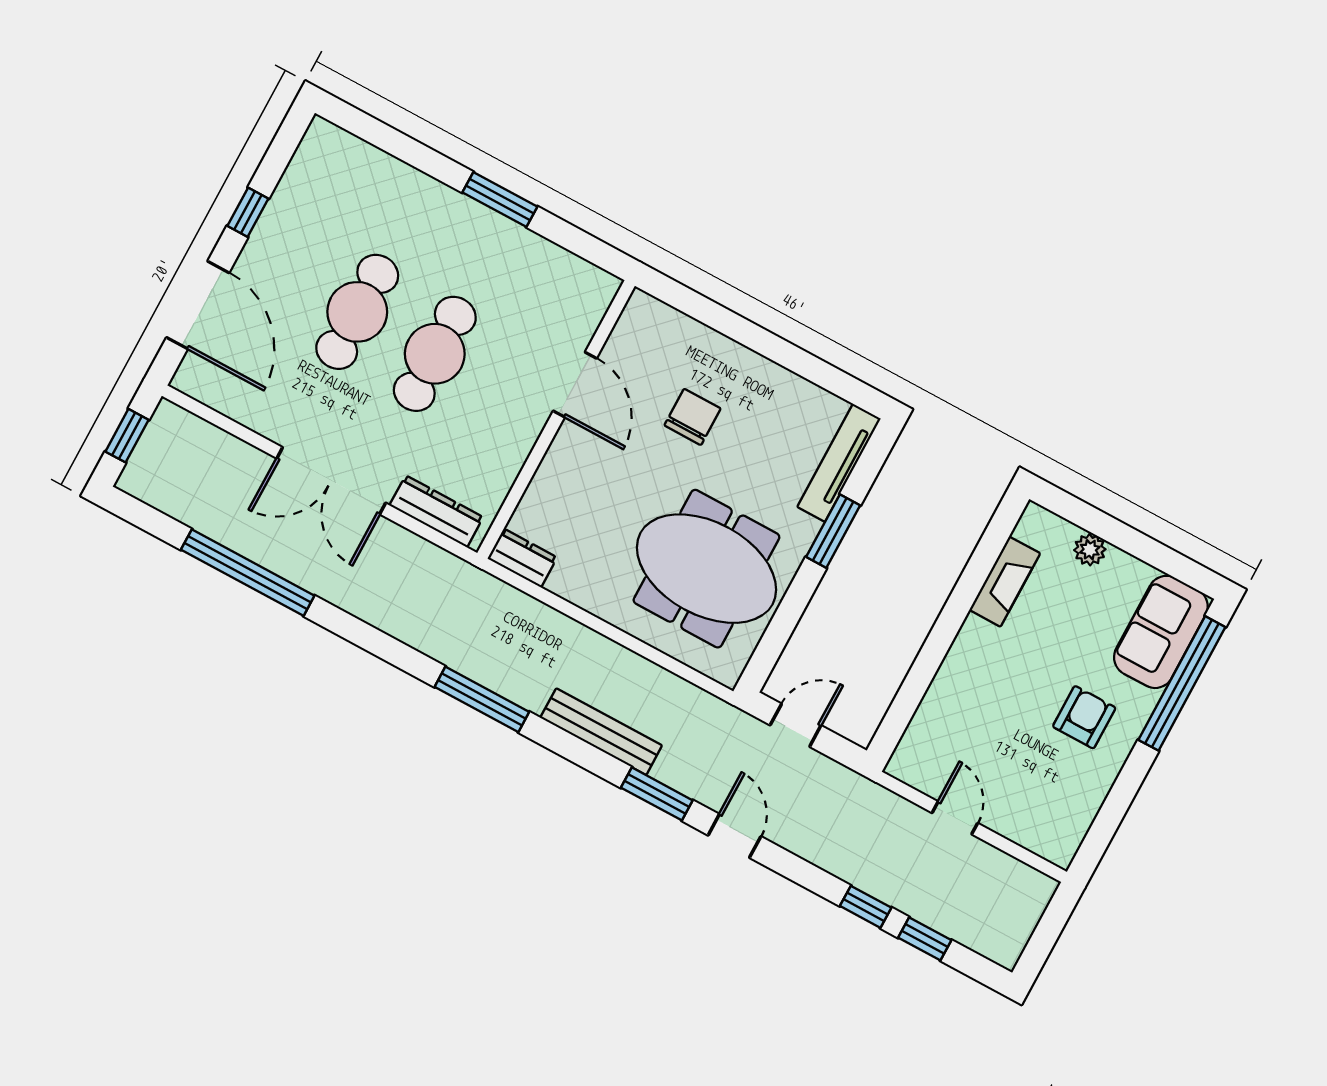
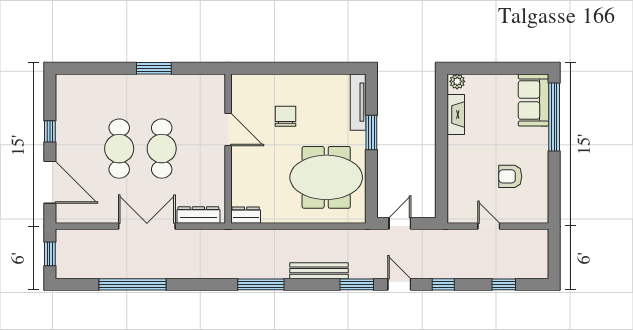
double door: (331, 481) -> (147, 226), swing flipped
plant: (1090, 550) -> (457, 81), moved
armchair: (1084, 717) -> (510, 176), moved, turned -90
window: (866, 907) -> (443, 284), moved

